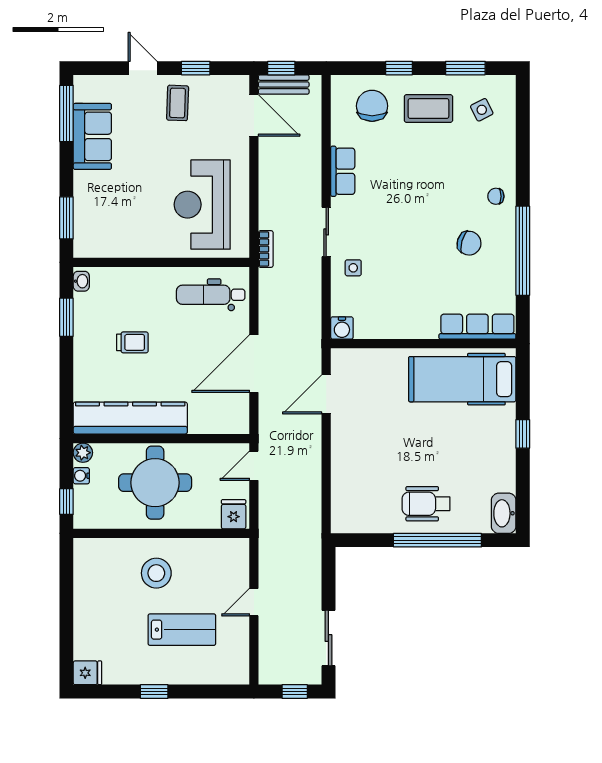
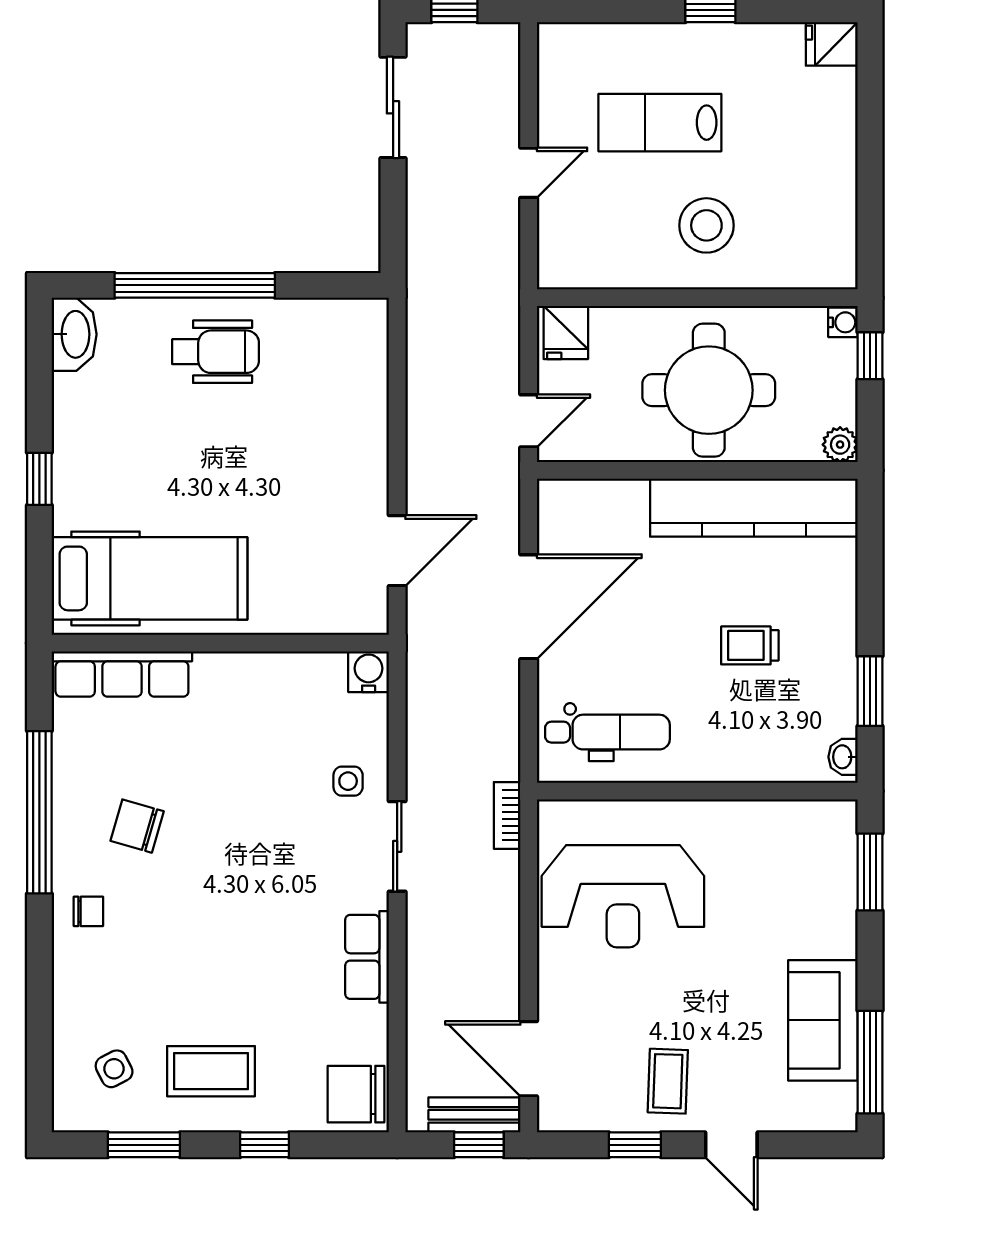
chair: (372, 106) -> (356, 1094), moved, turned 90
reception desk: (202, 205) -> (623, 896), turned 90
water cooler: (81, 476) -> (843, 322), moved

